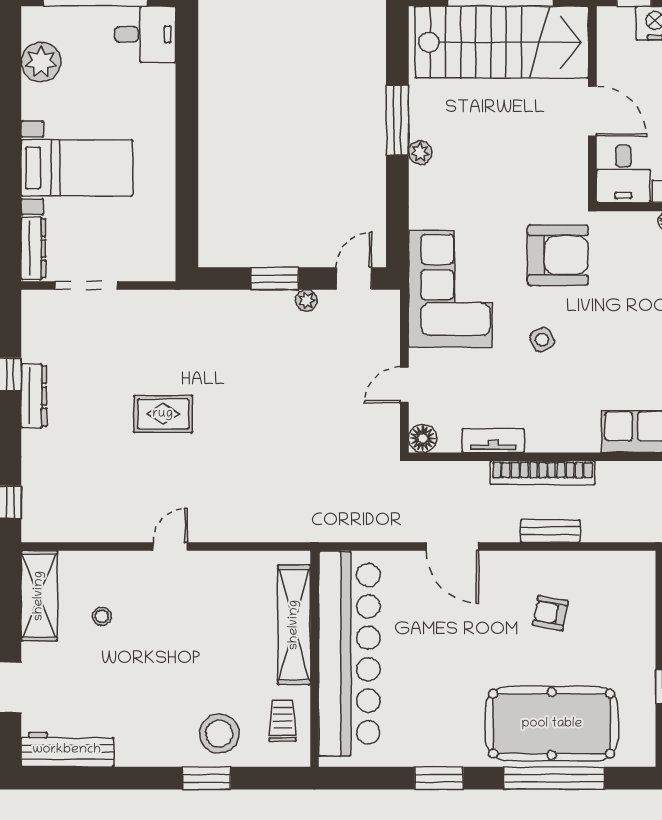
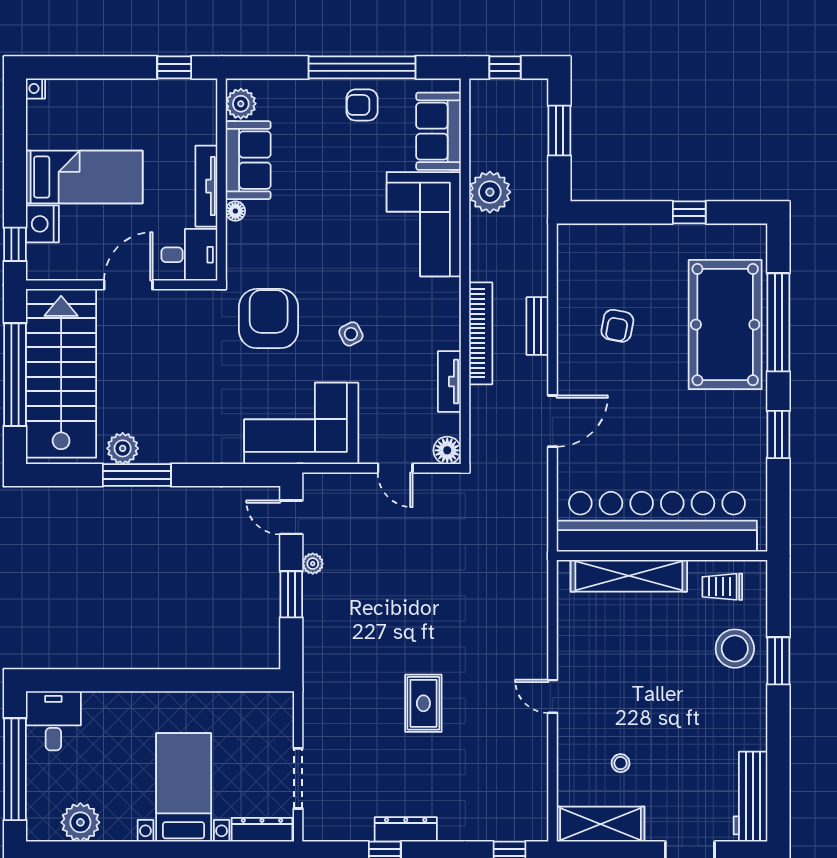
plant: (420, 152) -> (123, 448), moved, width x1.38, depth x1.38

